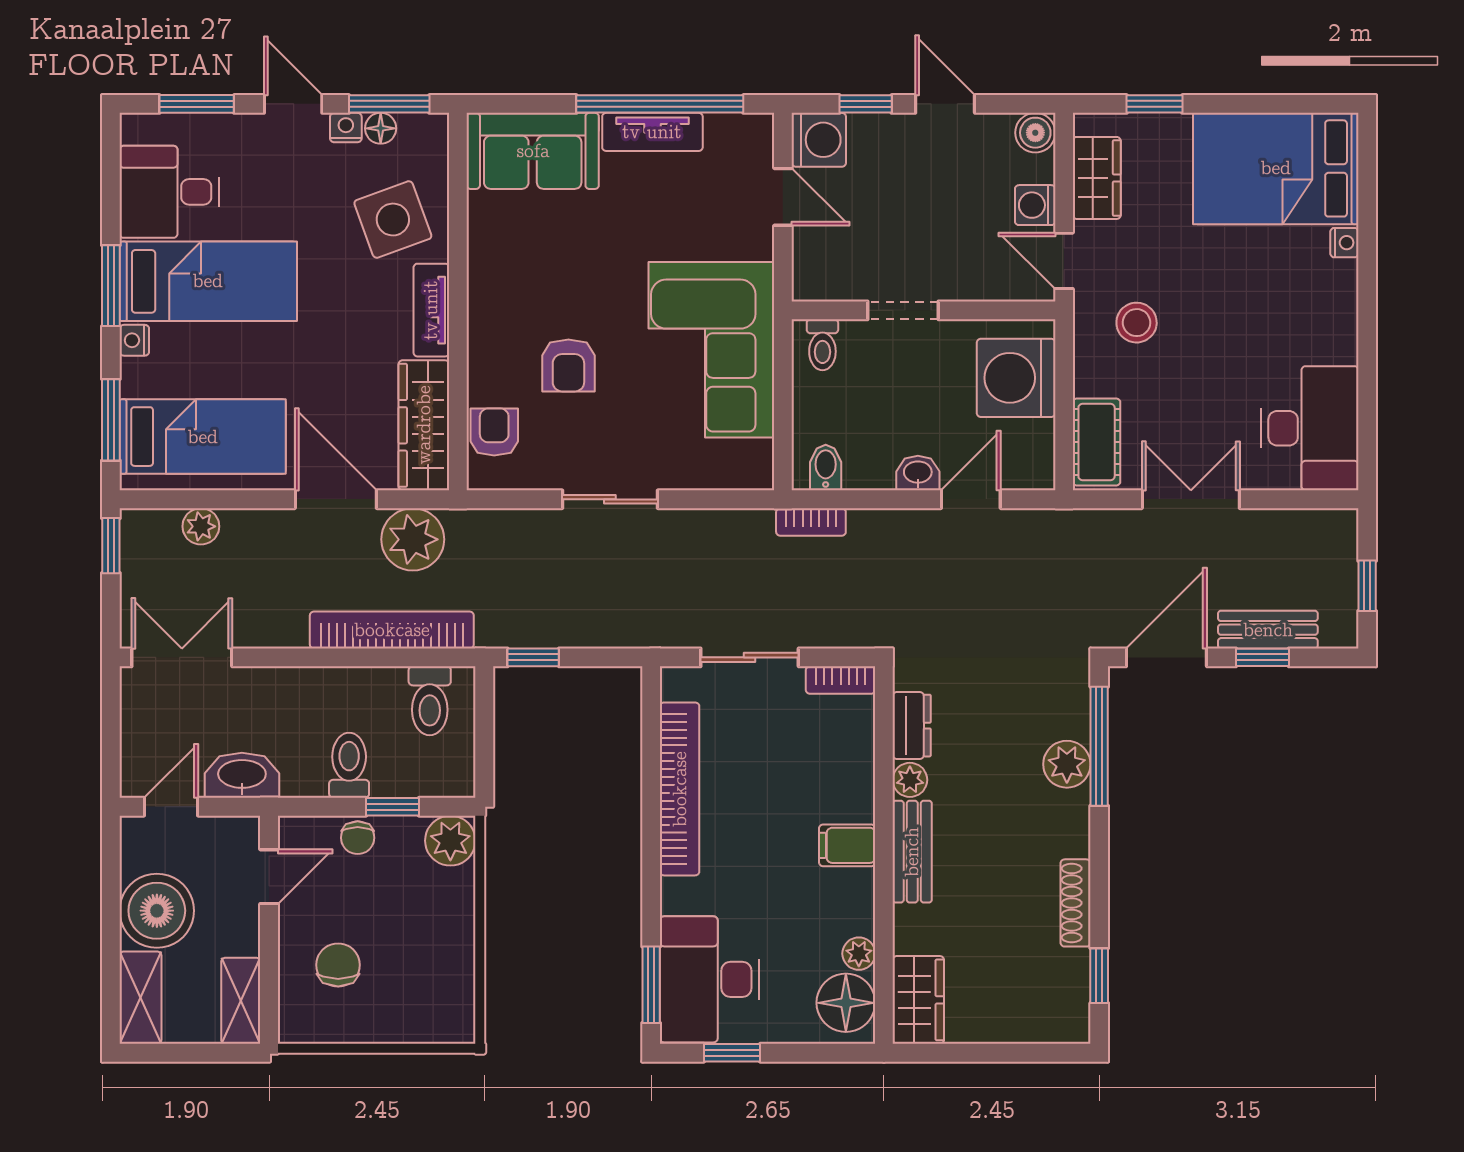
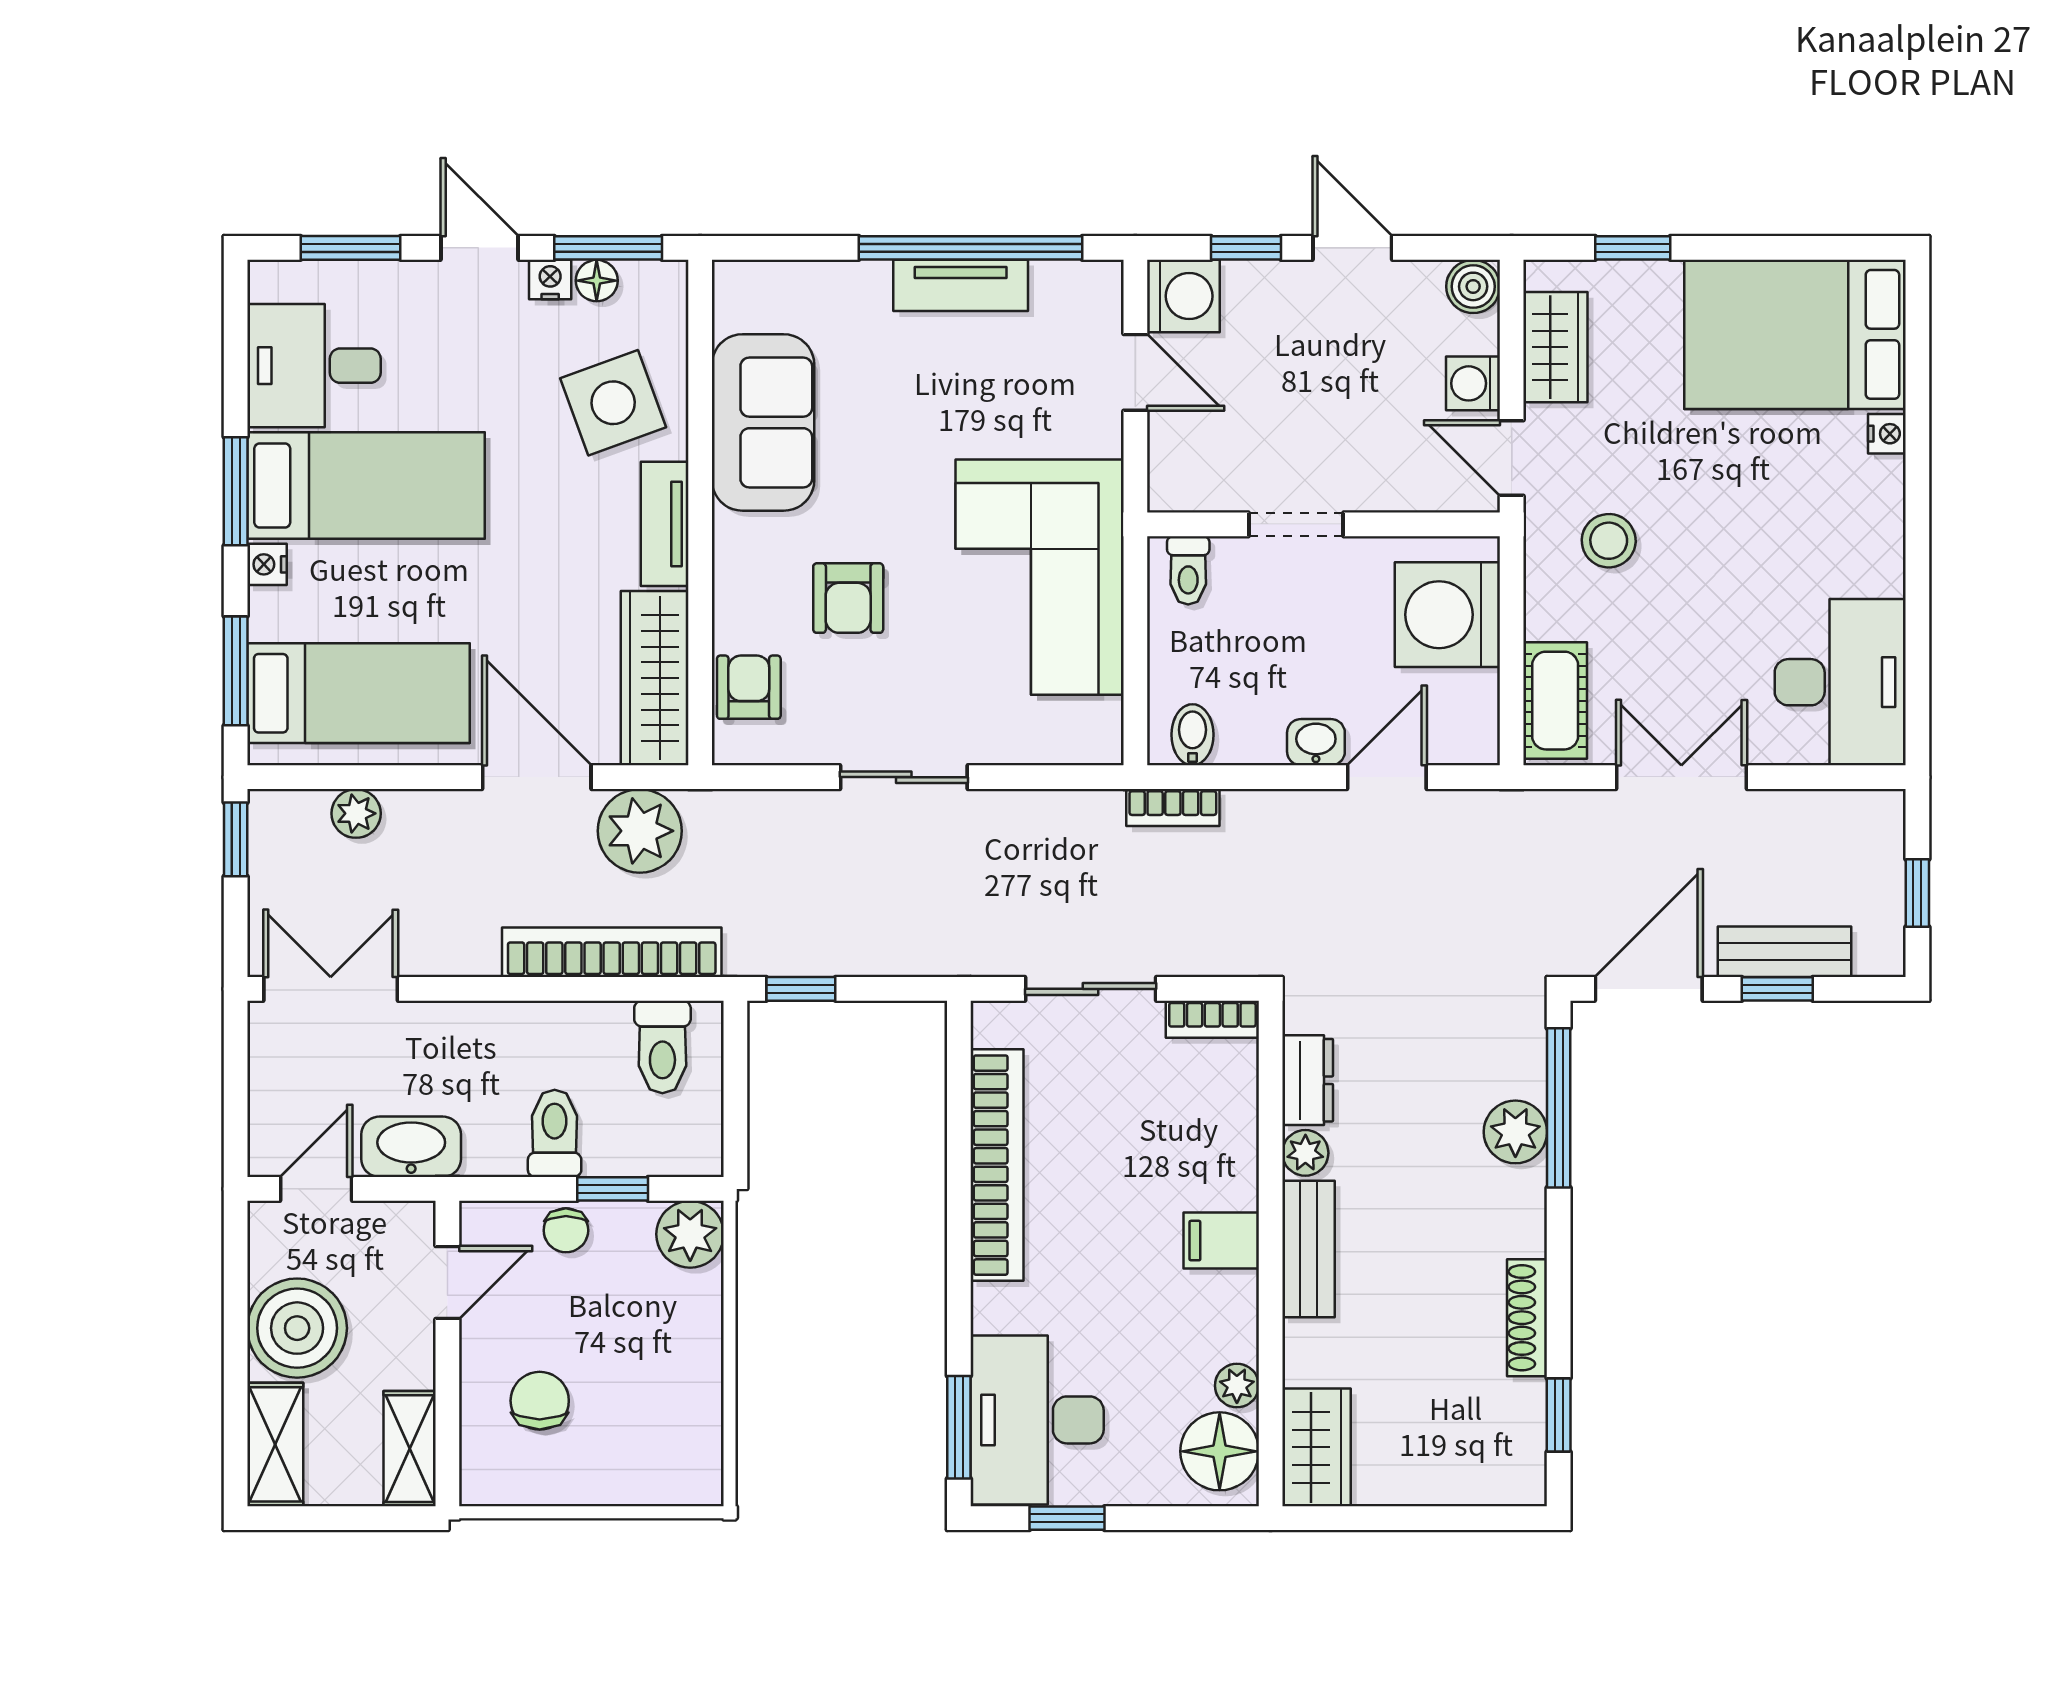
sofa: (533, 151) -> (763, 422), moved, turned -90

